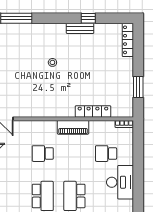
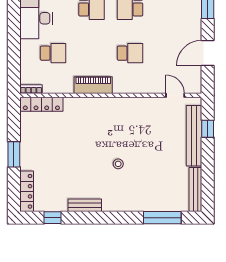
window: (88, 18) -> (52, 218), moved
window: (138, 87) -> (14, 154), moved
locker: (93, 111) -> (41, 104), moved

